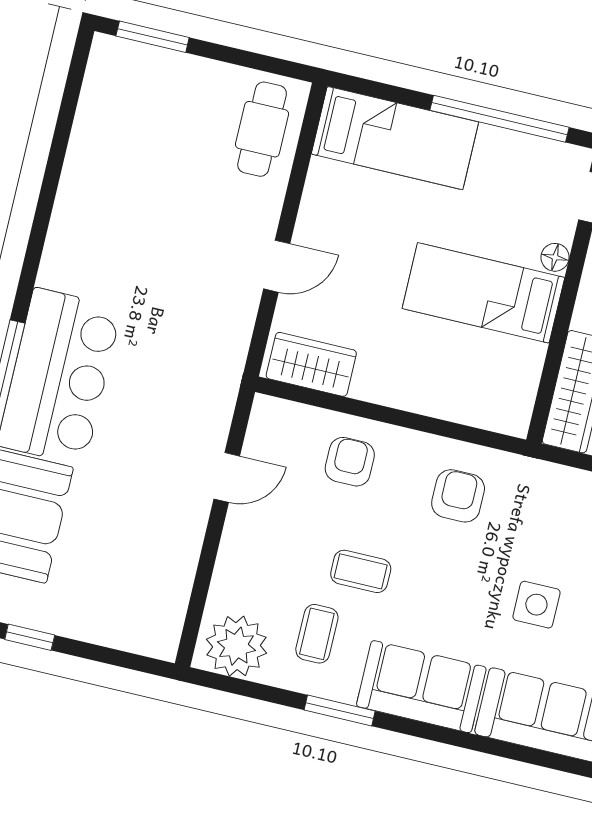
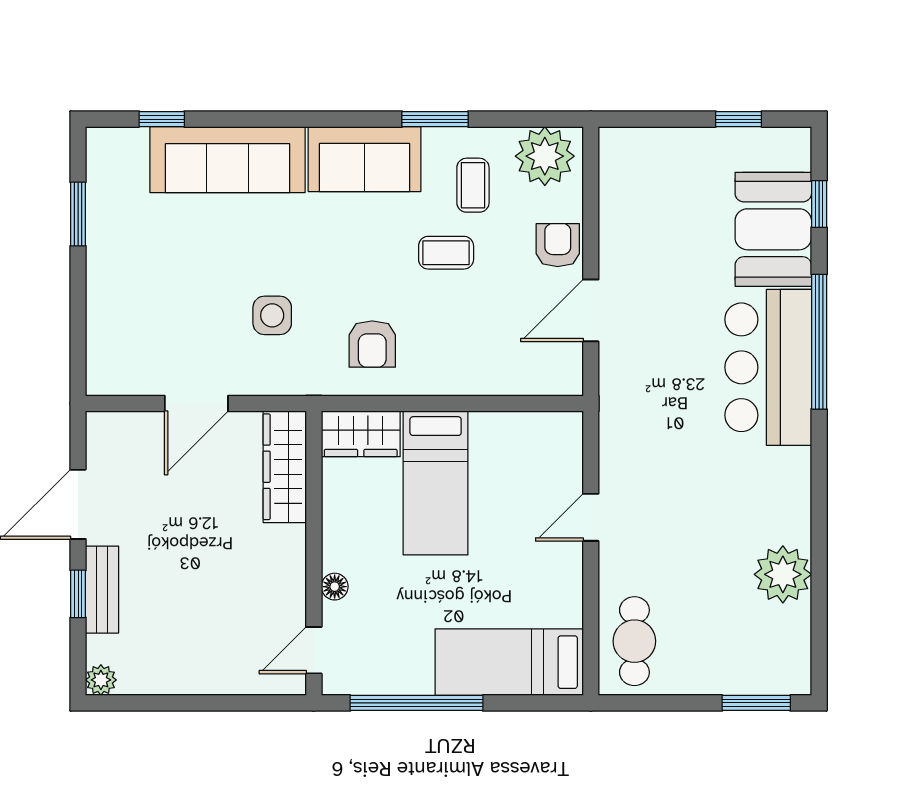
plant: (94, 162) -> (783, 574), added
bed: (483, 293) -> (436, 483), moved, turned 90
wardrobe: (311, 364) -> (361, 434), moved
armchair: (350, 462) -> (558, 245), moved, turned 180
door: (227, 477) -> (591, 310), width x1.38
side table: (536, 605) -> (272, 315), moved

